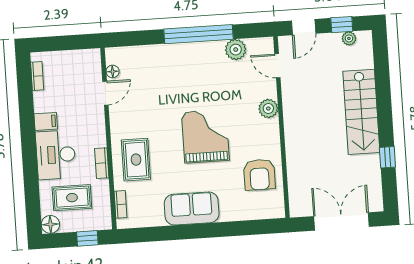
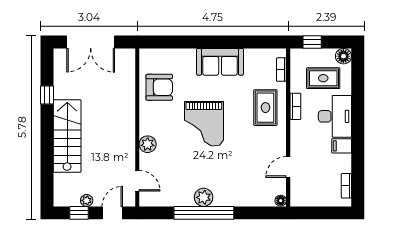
plant: (349, 38) -> (87, 200), moved
plant: (236, 50) -> (204, 197), moved
floor lamp: (113, 71) -> (281, 201), moved
armchair: (259, 175) -> (159, 87), turned 90

